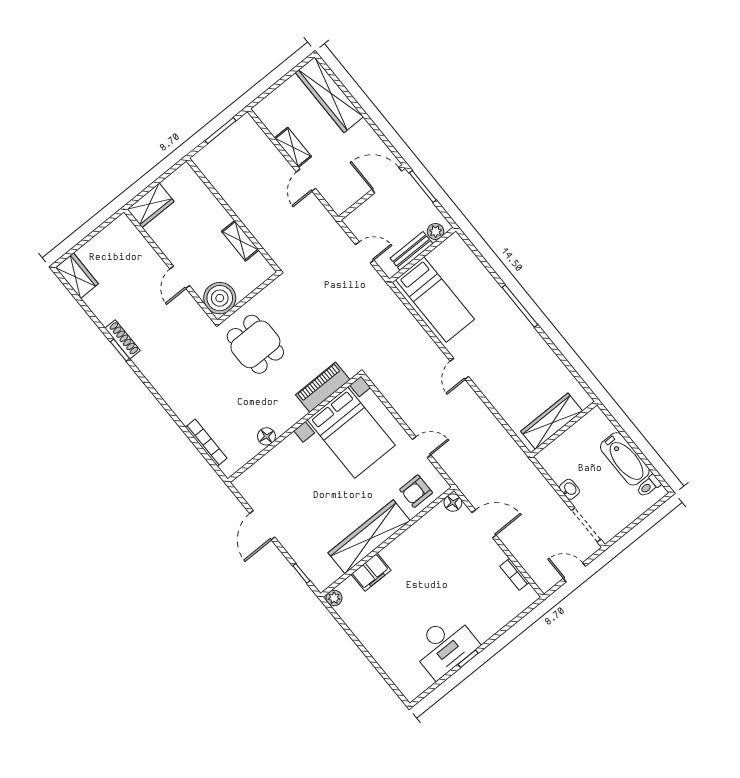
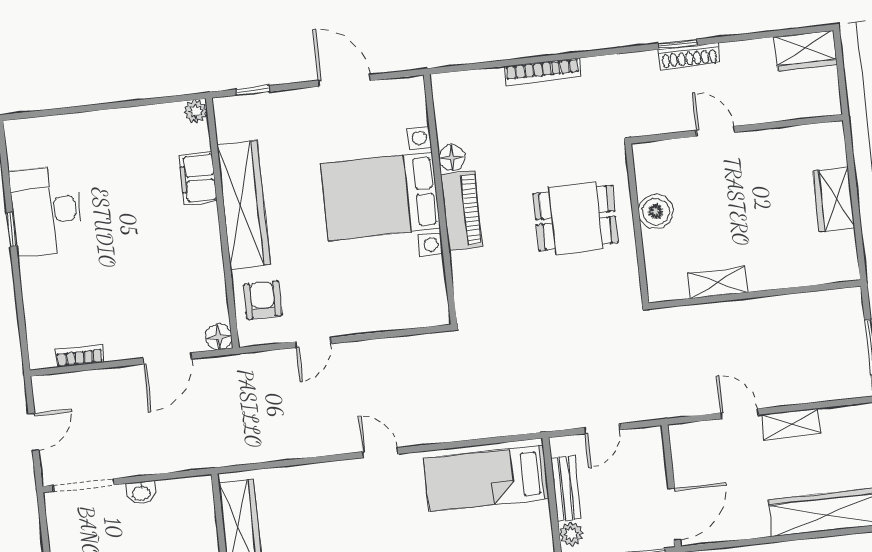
wall: (171, 266) -> (737, 129), moved
door: (180, 277) -> (715, 131), moved
boiler: (220, 298) -> (656, 212), width x0.73, depth x0.73
piano: (323, 387) -> (462, 211), moved
bed with nightstands: (351, 433) -> (380, 196), moved
bookcase: (206, 443) -> (543, 72), moved

